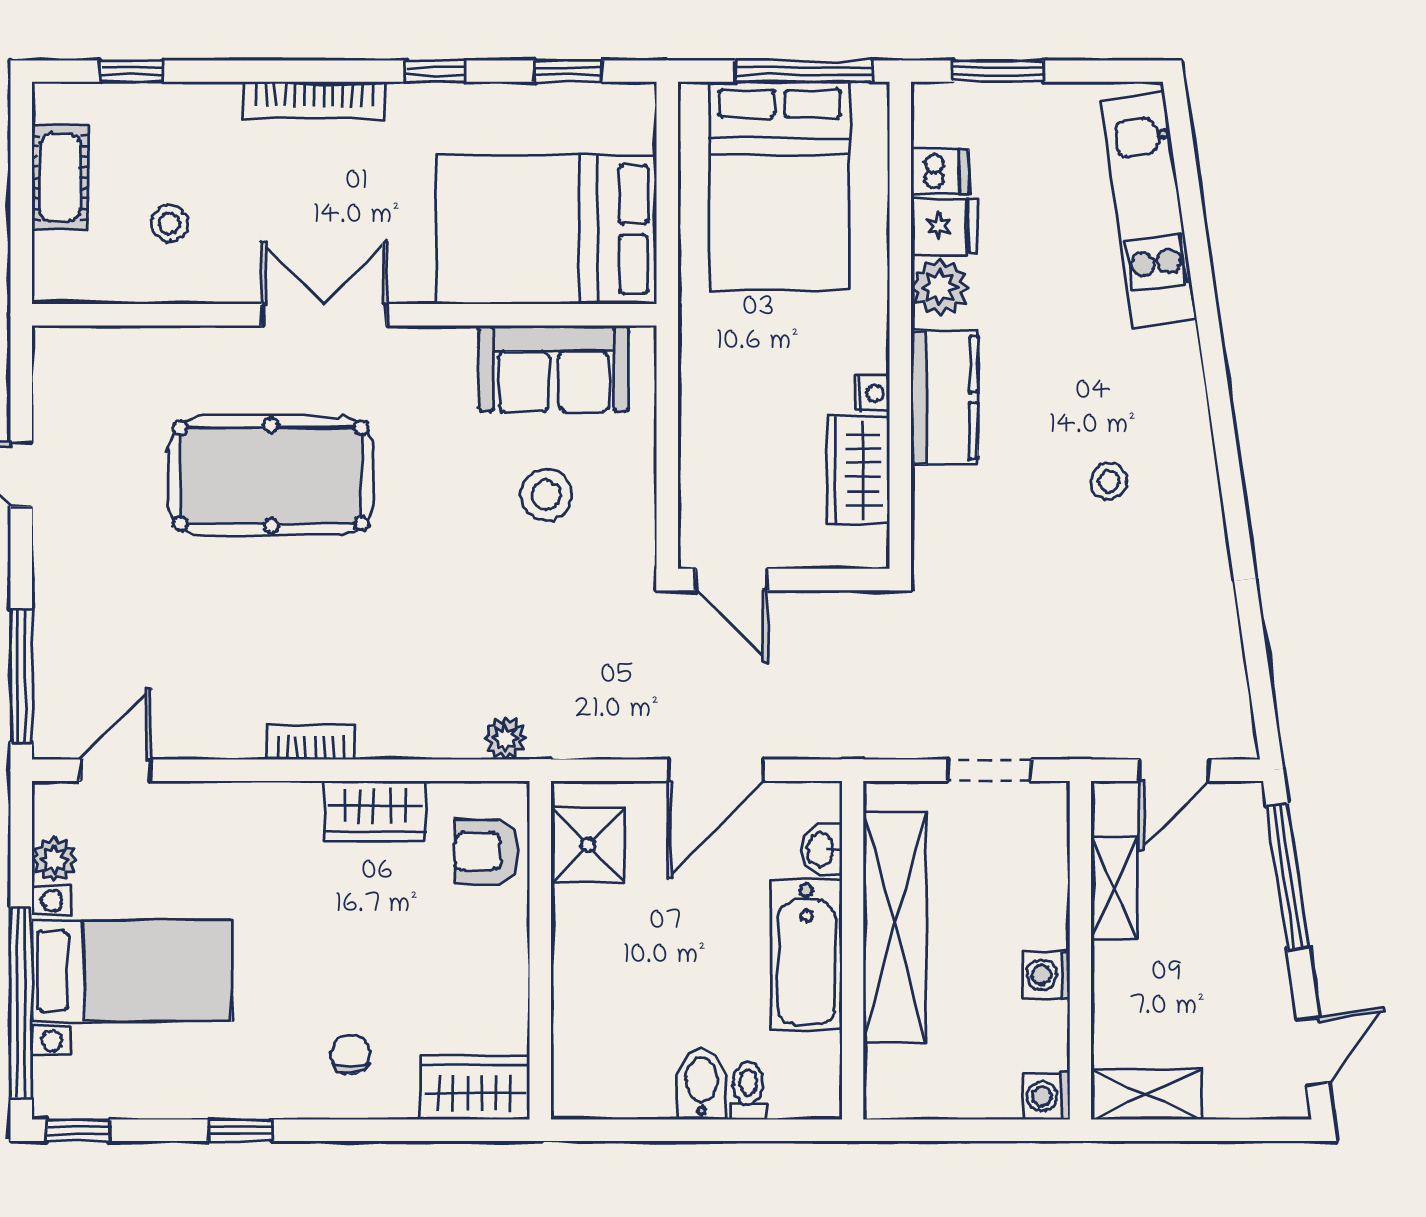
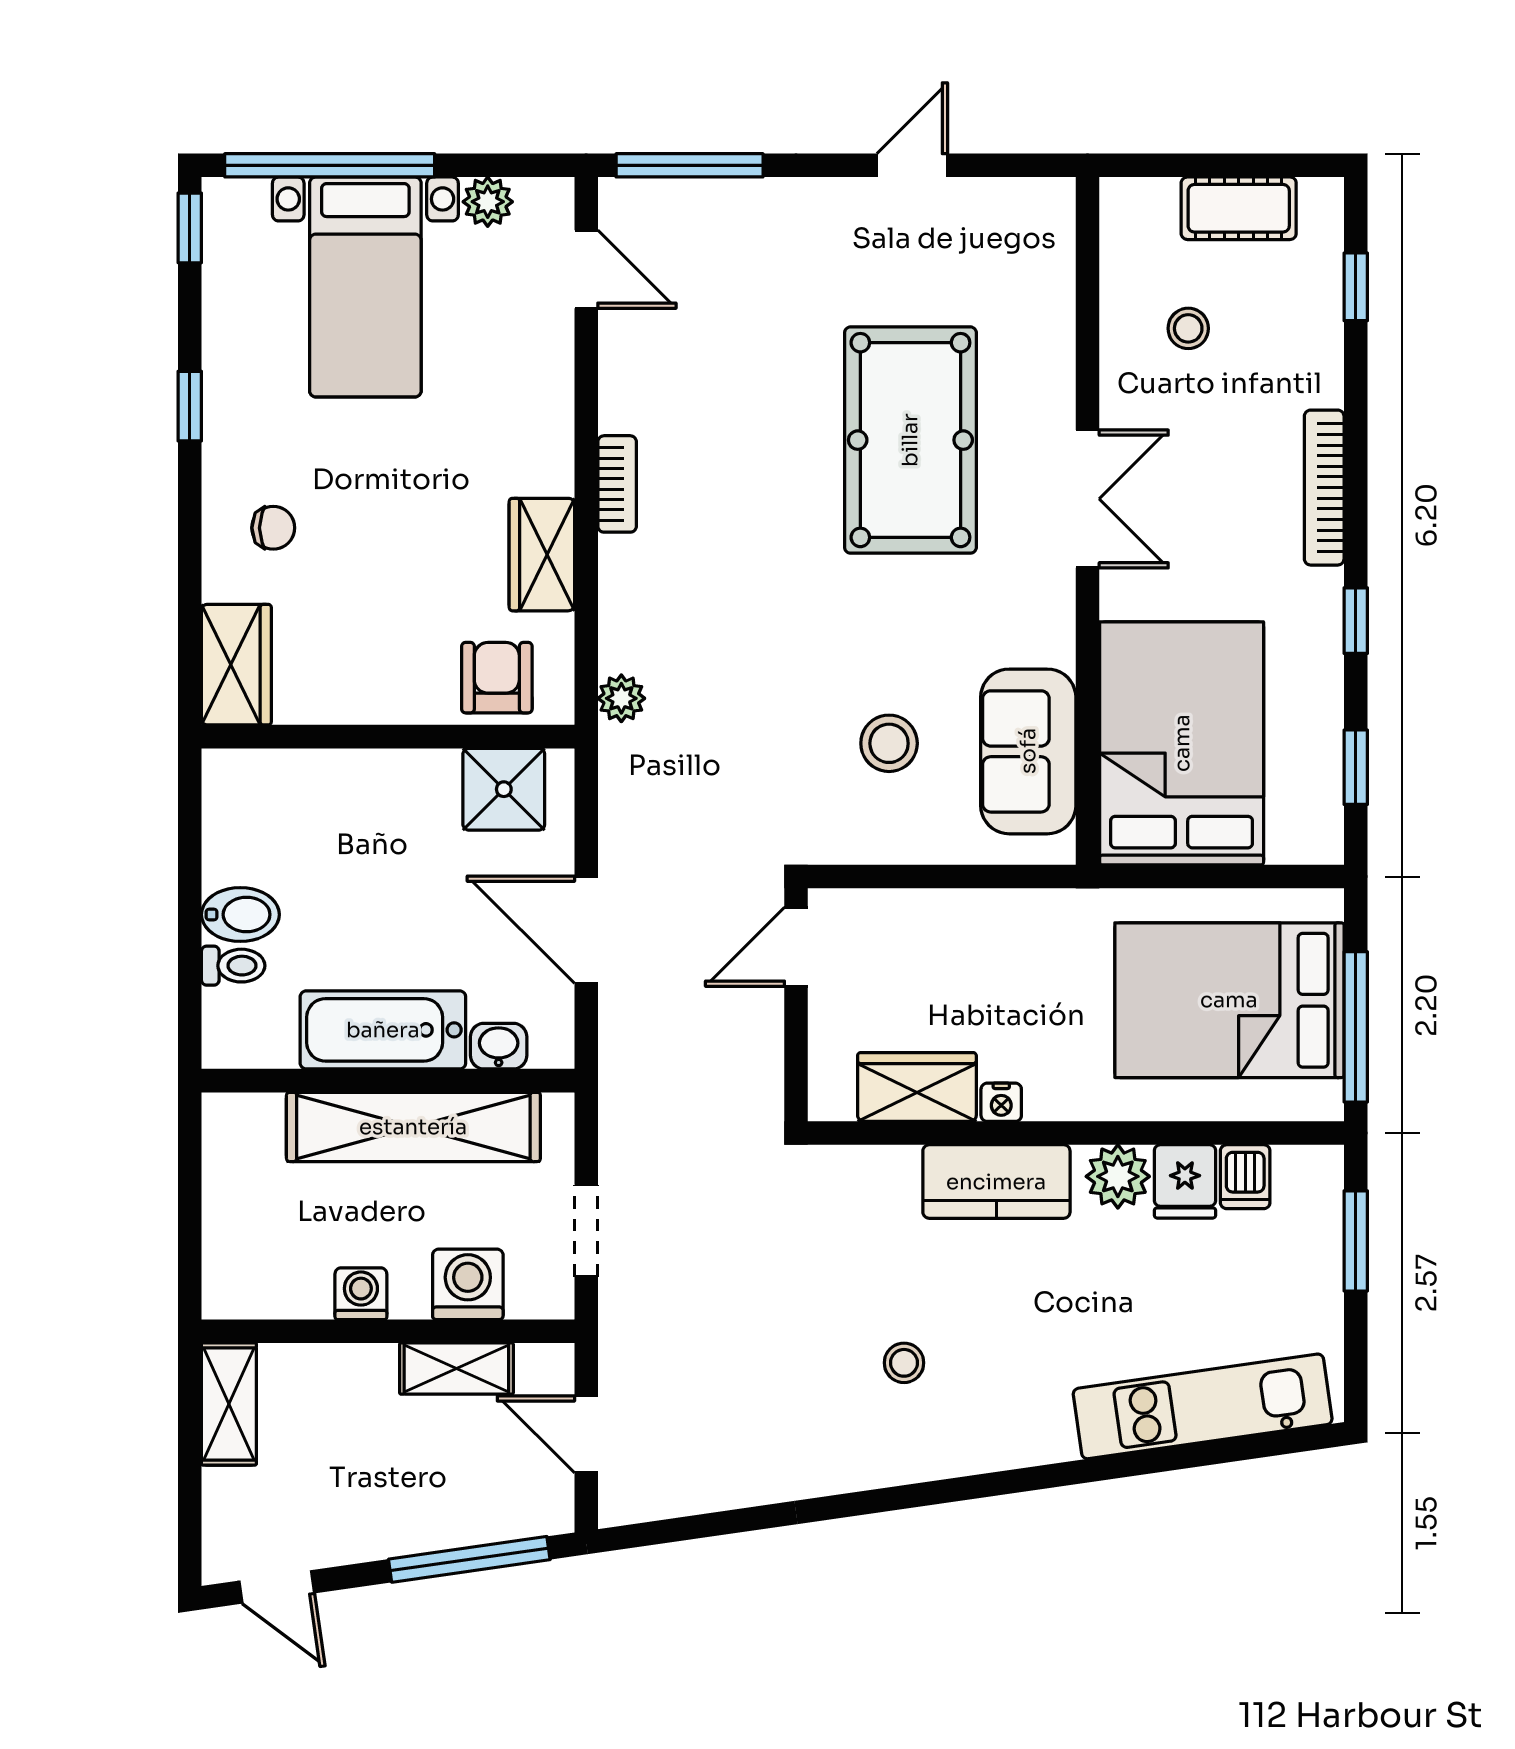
washing machine: (1047, 1096) -> (468, 1284), moved, width x1.38, depth x1.38

